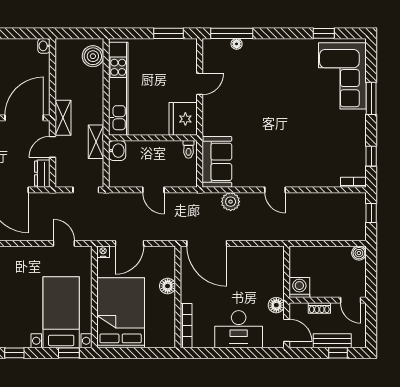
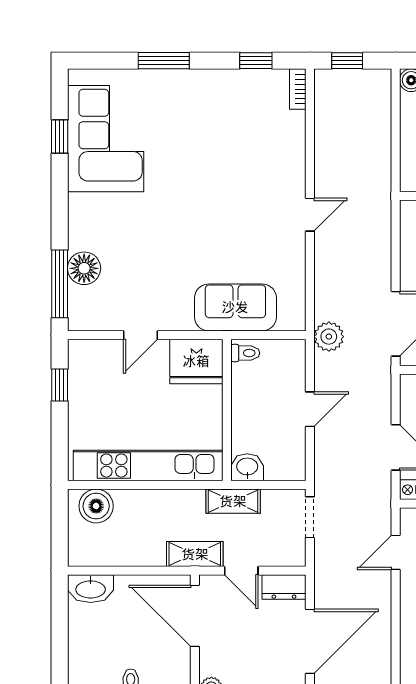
window: (168, 33) -> (60, 385), width x0.67
floor lamp: (237, 44) -> (84, 268), width x1.89, depth x1.89
washbasin: (44, 46) -> (91, 589), width x1.91, depth x1.45
corner sofa: (342, 76) -> (106, 139), moved, turned -90
door: (200, 84) -> (140, 335), swing flipped
sofa: (217, 162) -> (235, 307), moved
plant: (231, 202) -> (329, 337), moved

